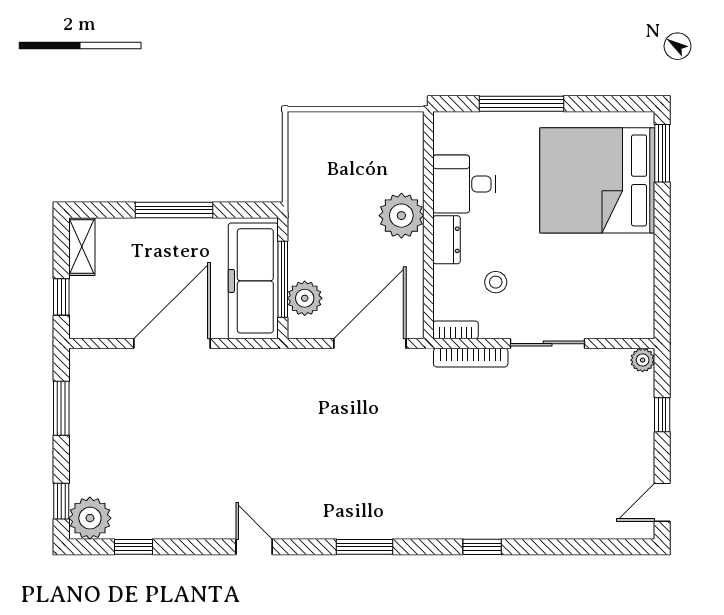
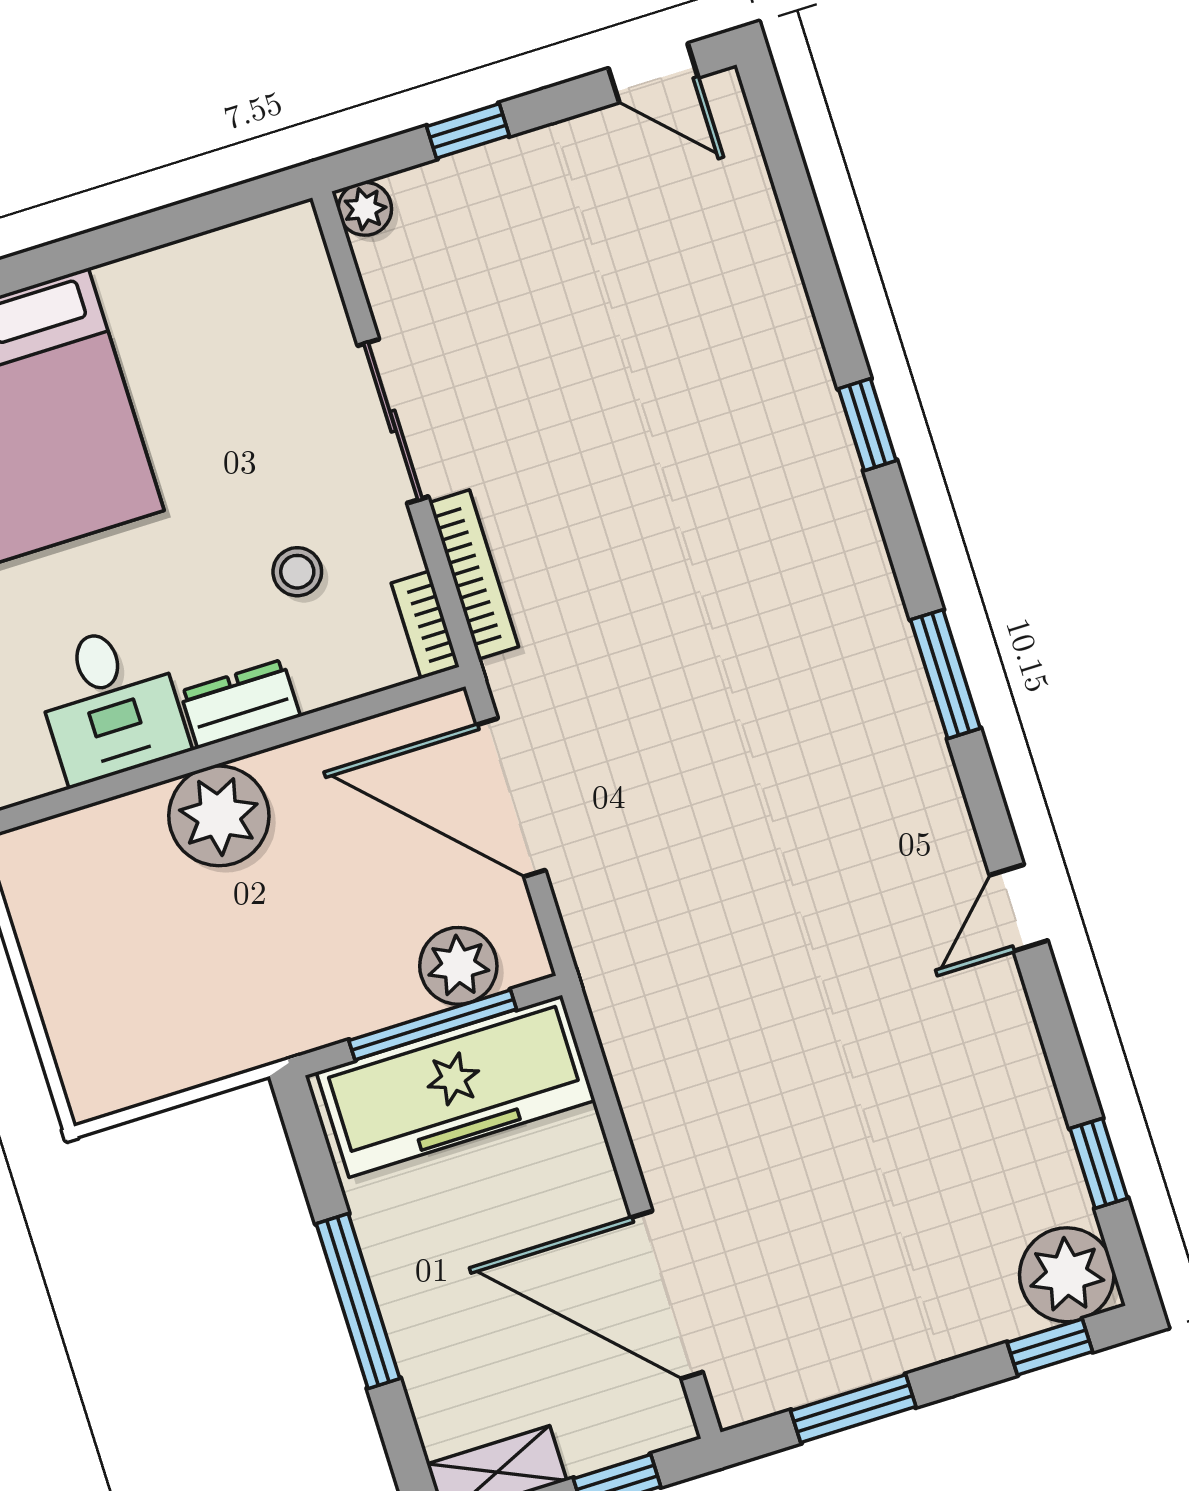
door: (172, 344) -> (667, 1295), moved

